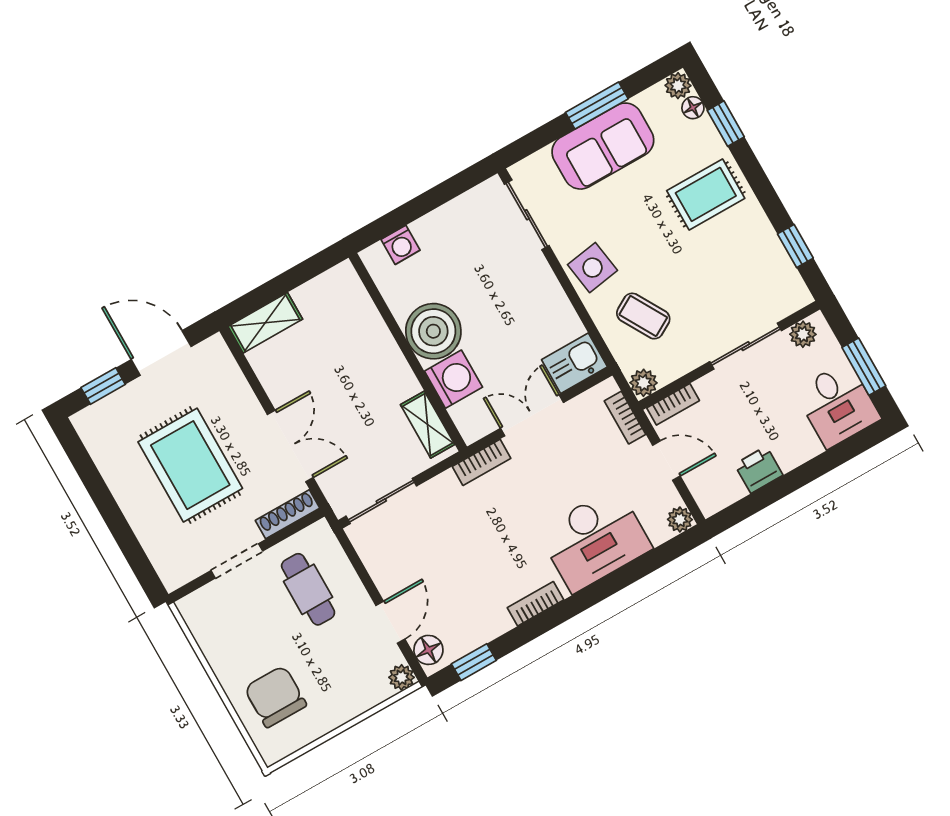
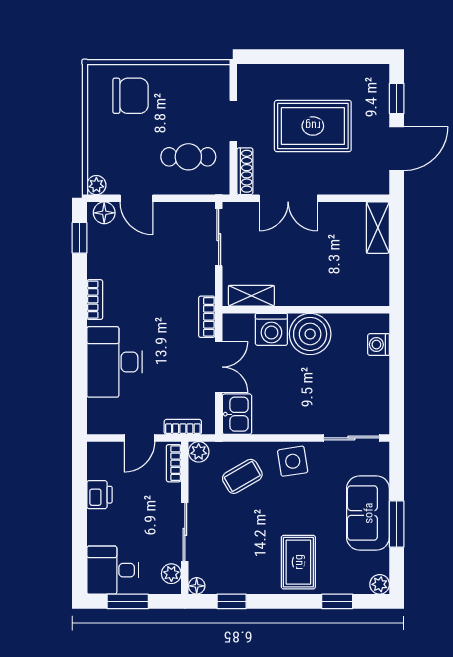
floor lamp: (693, 108) -> (197, 586), moved
plant: (680, 519) -> (96, 425), removed

